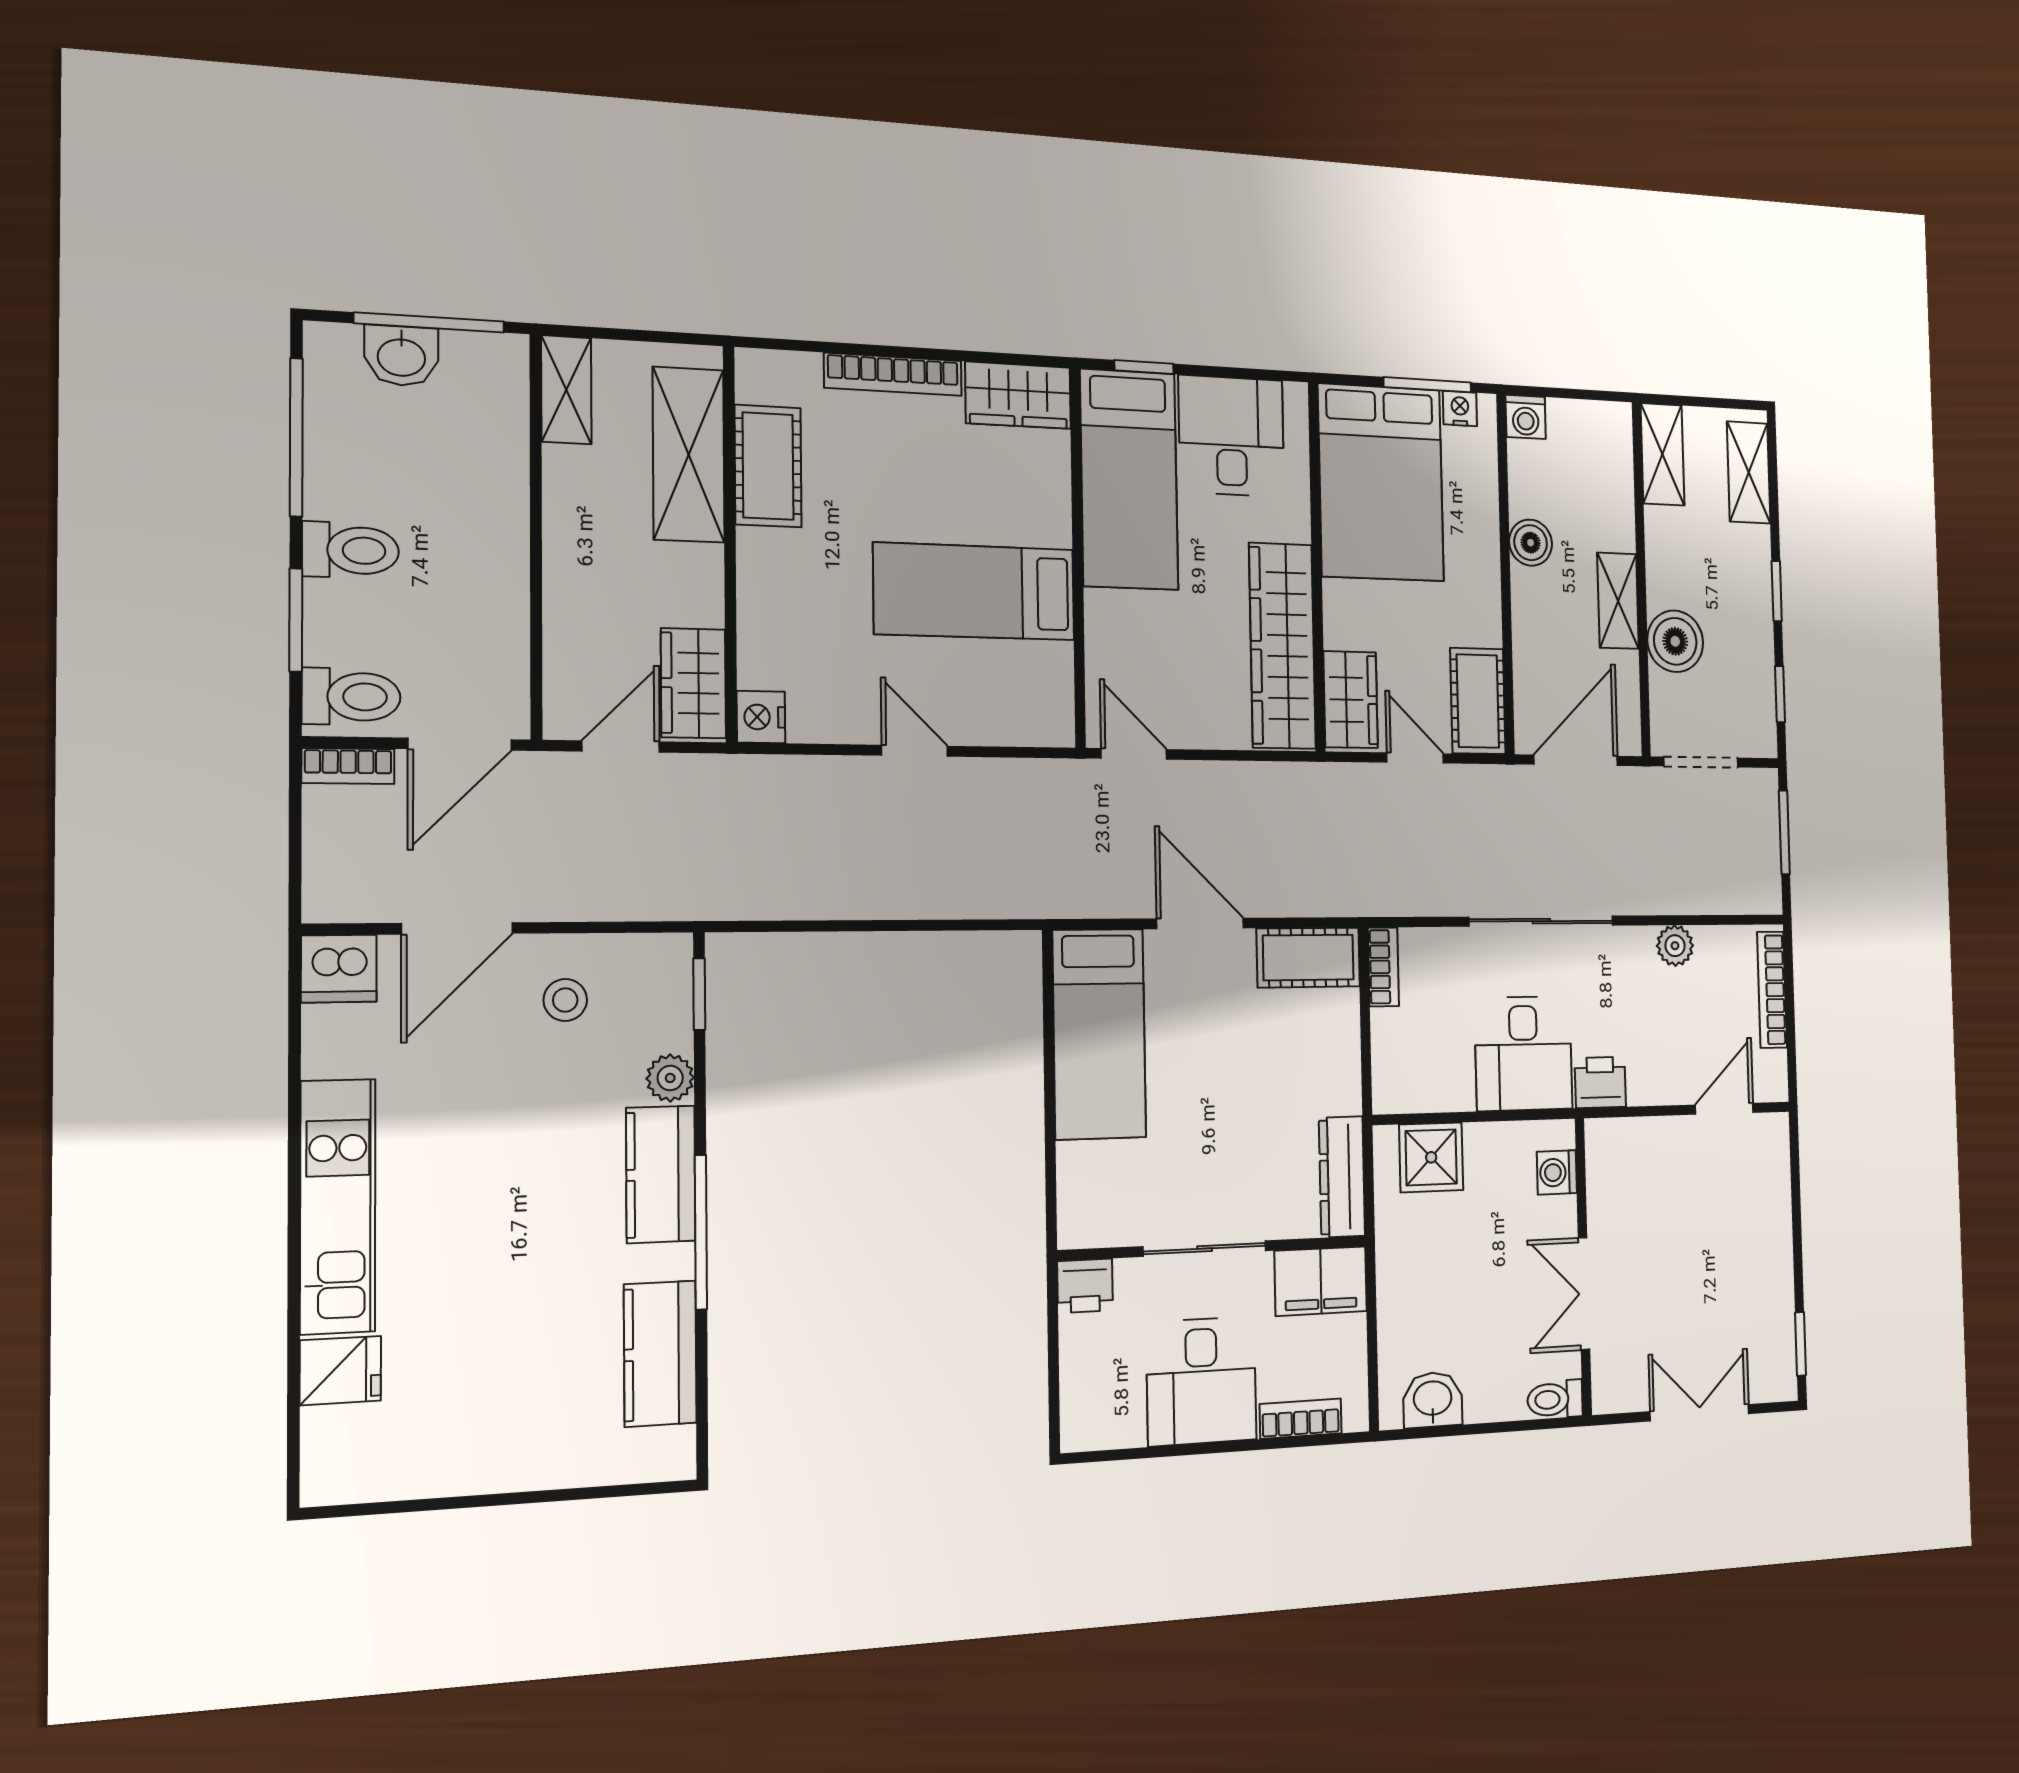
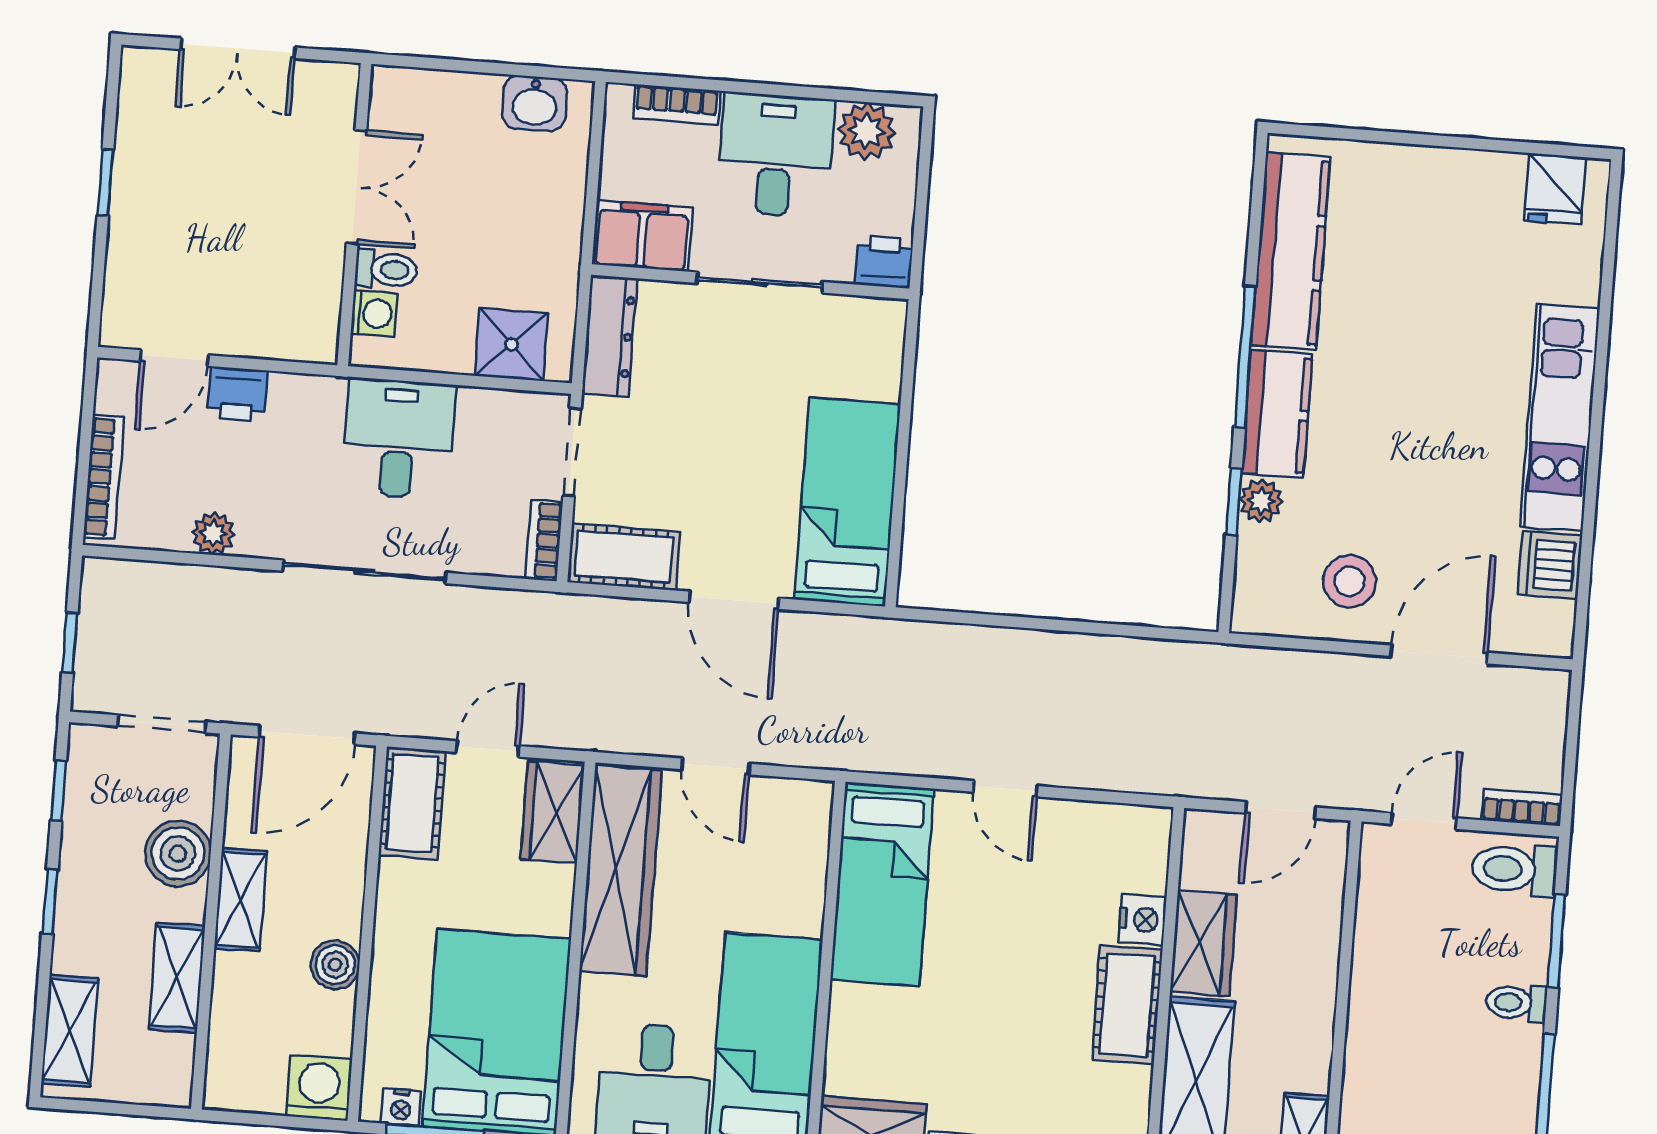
washing machine: (1526, 417) -> (319, 1088), width x1.38, depth x1.38
shelving: (1662, 454) -> (177, 978), moved
cot: (768, 466) -> (1127, 1005), moved
toilet: (351, 550) -> (1517, 1003), width x0.73, depth x0.72
bed: (974, 592) -> (882, 884), moved, turned 90
wardrobe: (693, 683) -> (1203, 943), moved
nightstand: (761, 717) -> (1142, 920), moved
door: (460, 744) -> (1424, 821), width x0.73
door: (1134, 754) -> (716, 767), moved
door: (1415, 758) -> (488, 749), swing flipped
window: (1784, 832) -> (70, 643), width x0.67
dishwasher: (339, 969) -> (1550, 565), moved, turned -90
window: (699, 994) -> (1234, 502), moved
stool: (565, 1000) -> (1349, 581), width x1.37, depth x1.37
doorway: (1366, 1057) -> (572, 452), added
printer: (1600, 1082) -> (237, 394), moved
window: (1801, 1344) -> (105, 182), moved
kitchen counter: (660, 1354) -> (1291, 251), width x1.50
fridge: (340, 1370) -> (1555, 189), moved, turned -90
toilet: (1555, 1399) -> (386, 269), moved
plant: (1115, 1419) -> (866, 131), added

